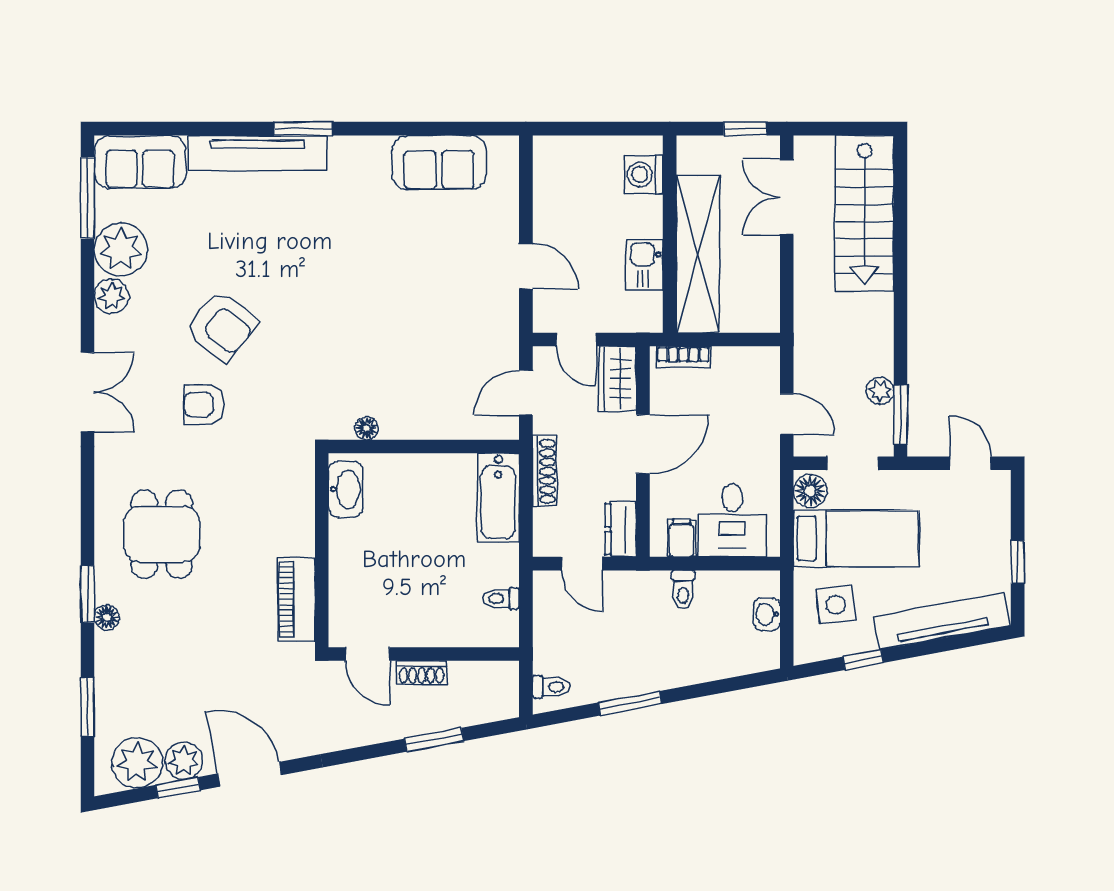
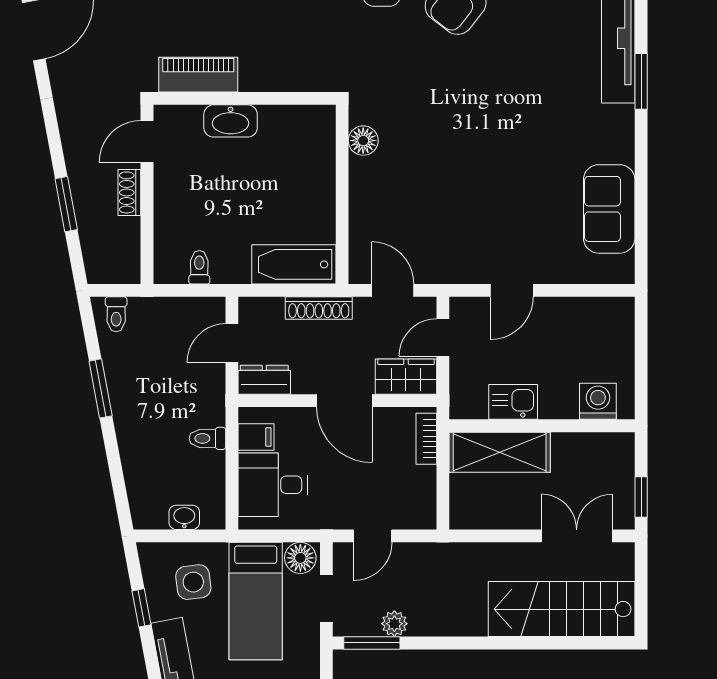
shelving: (698, 254) -> (500, 452), width x0.68
floor lamp: (367, 428) -> (363, 141), width x1.37, depth x1.37
washbasin: (346, 489) -> (231, 121), moved

